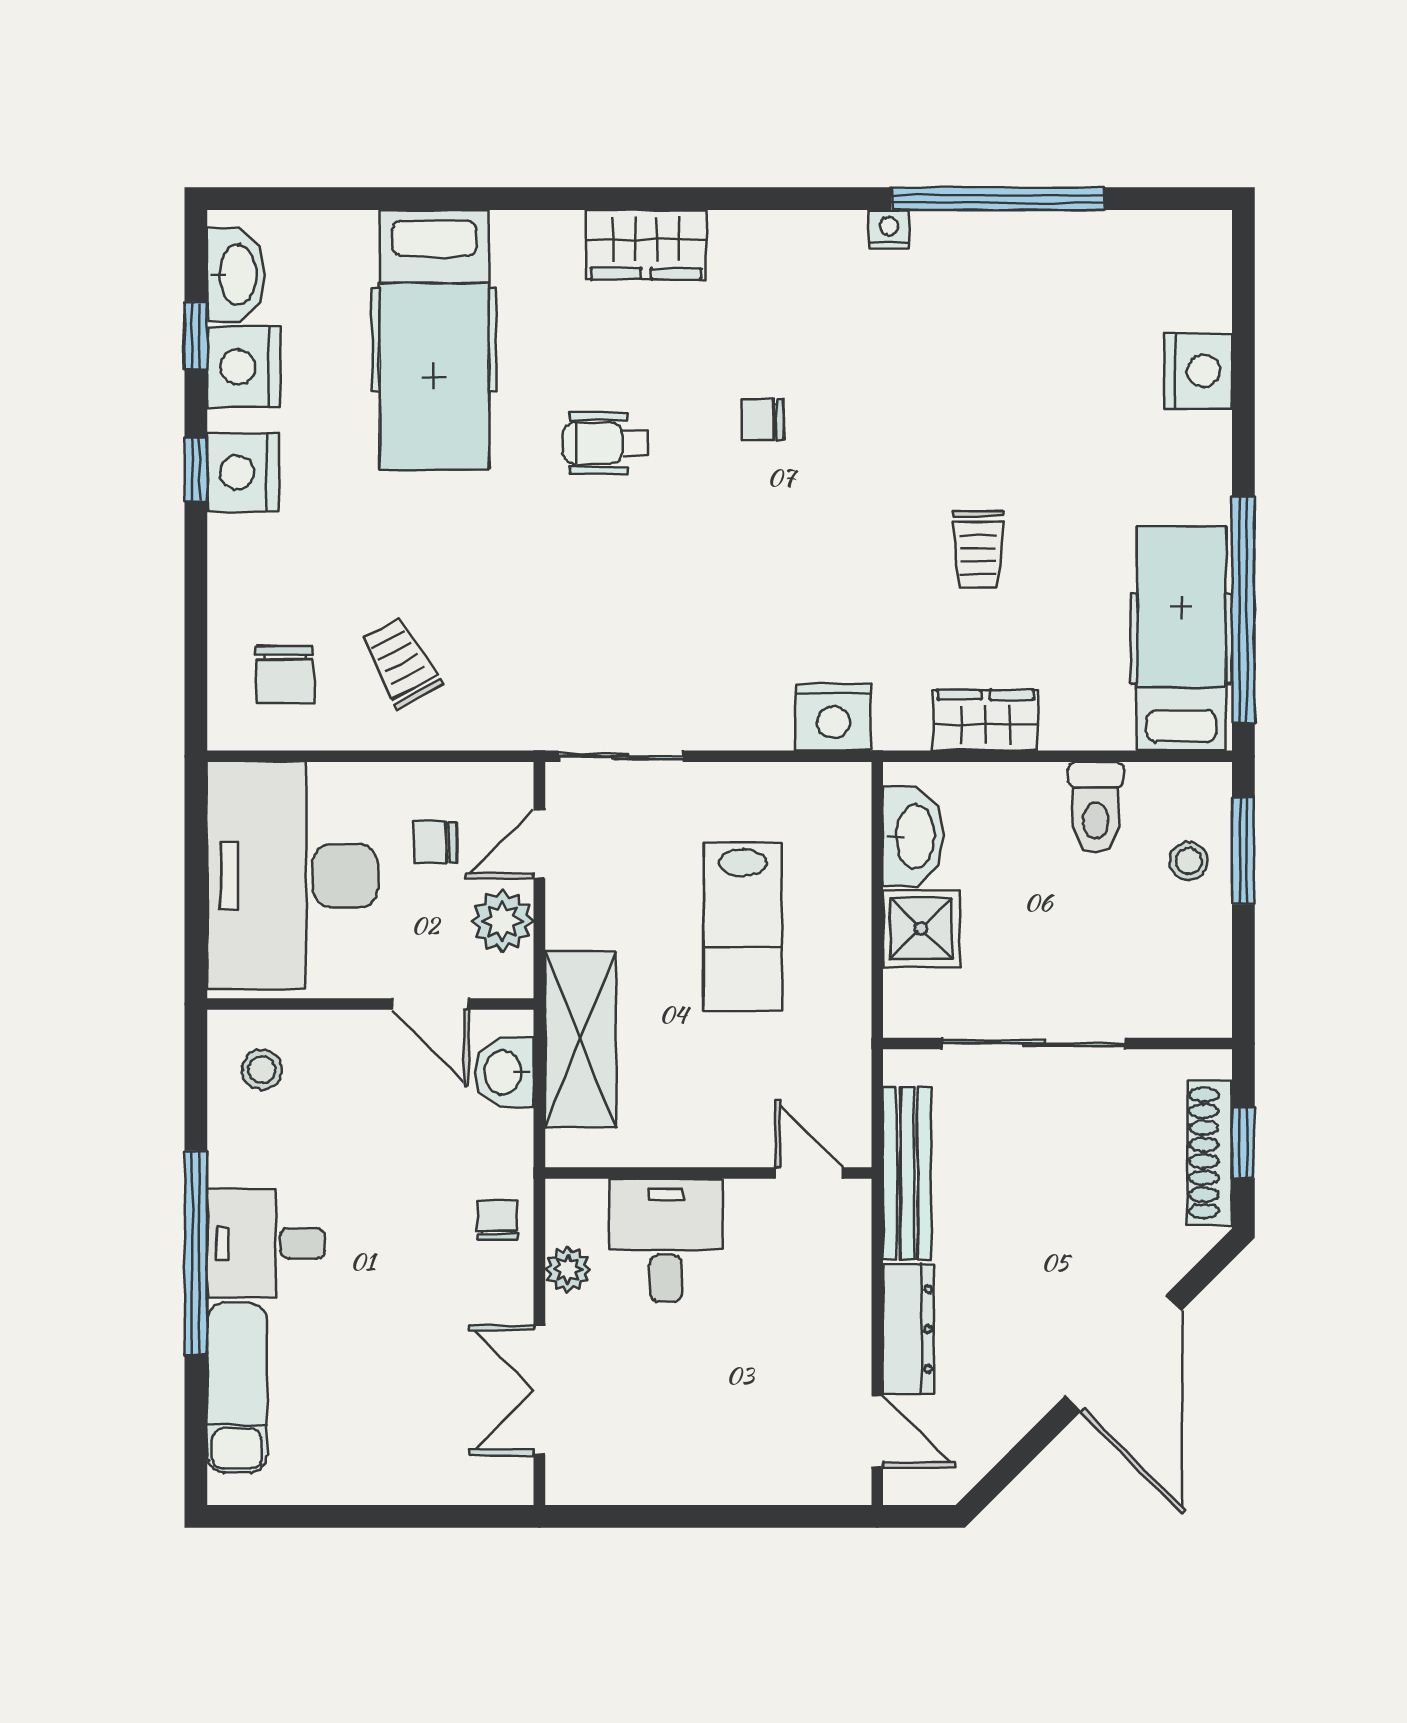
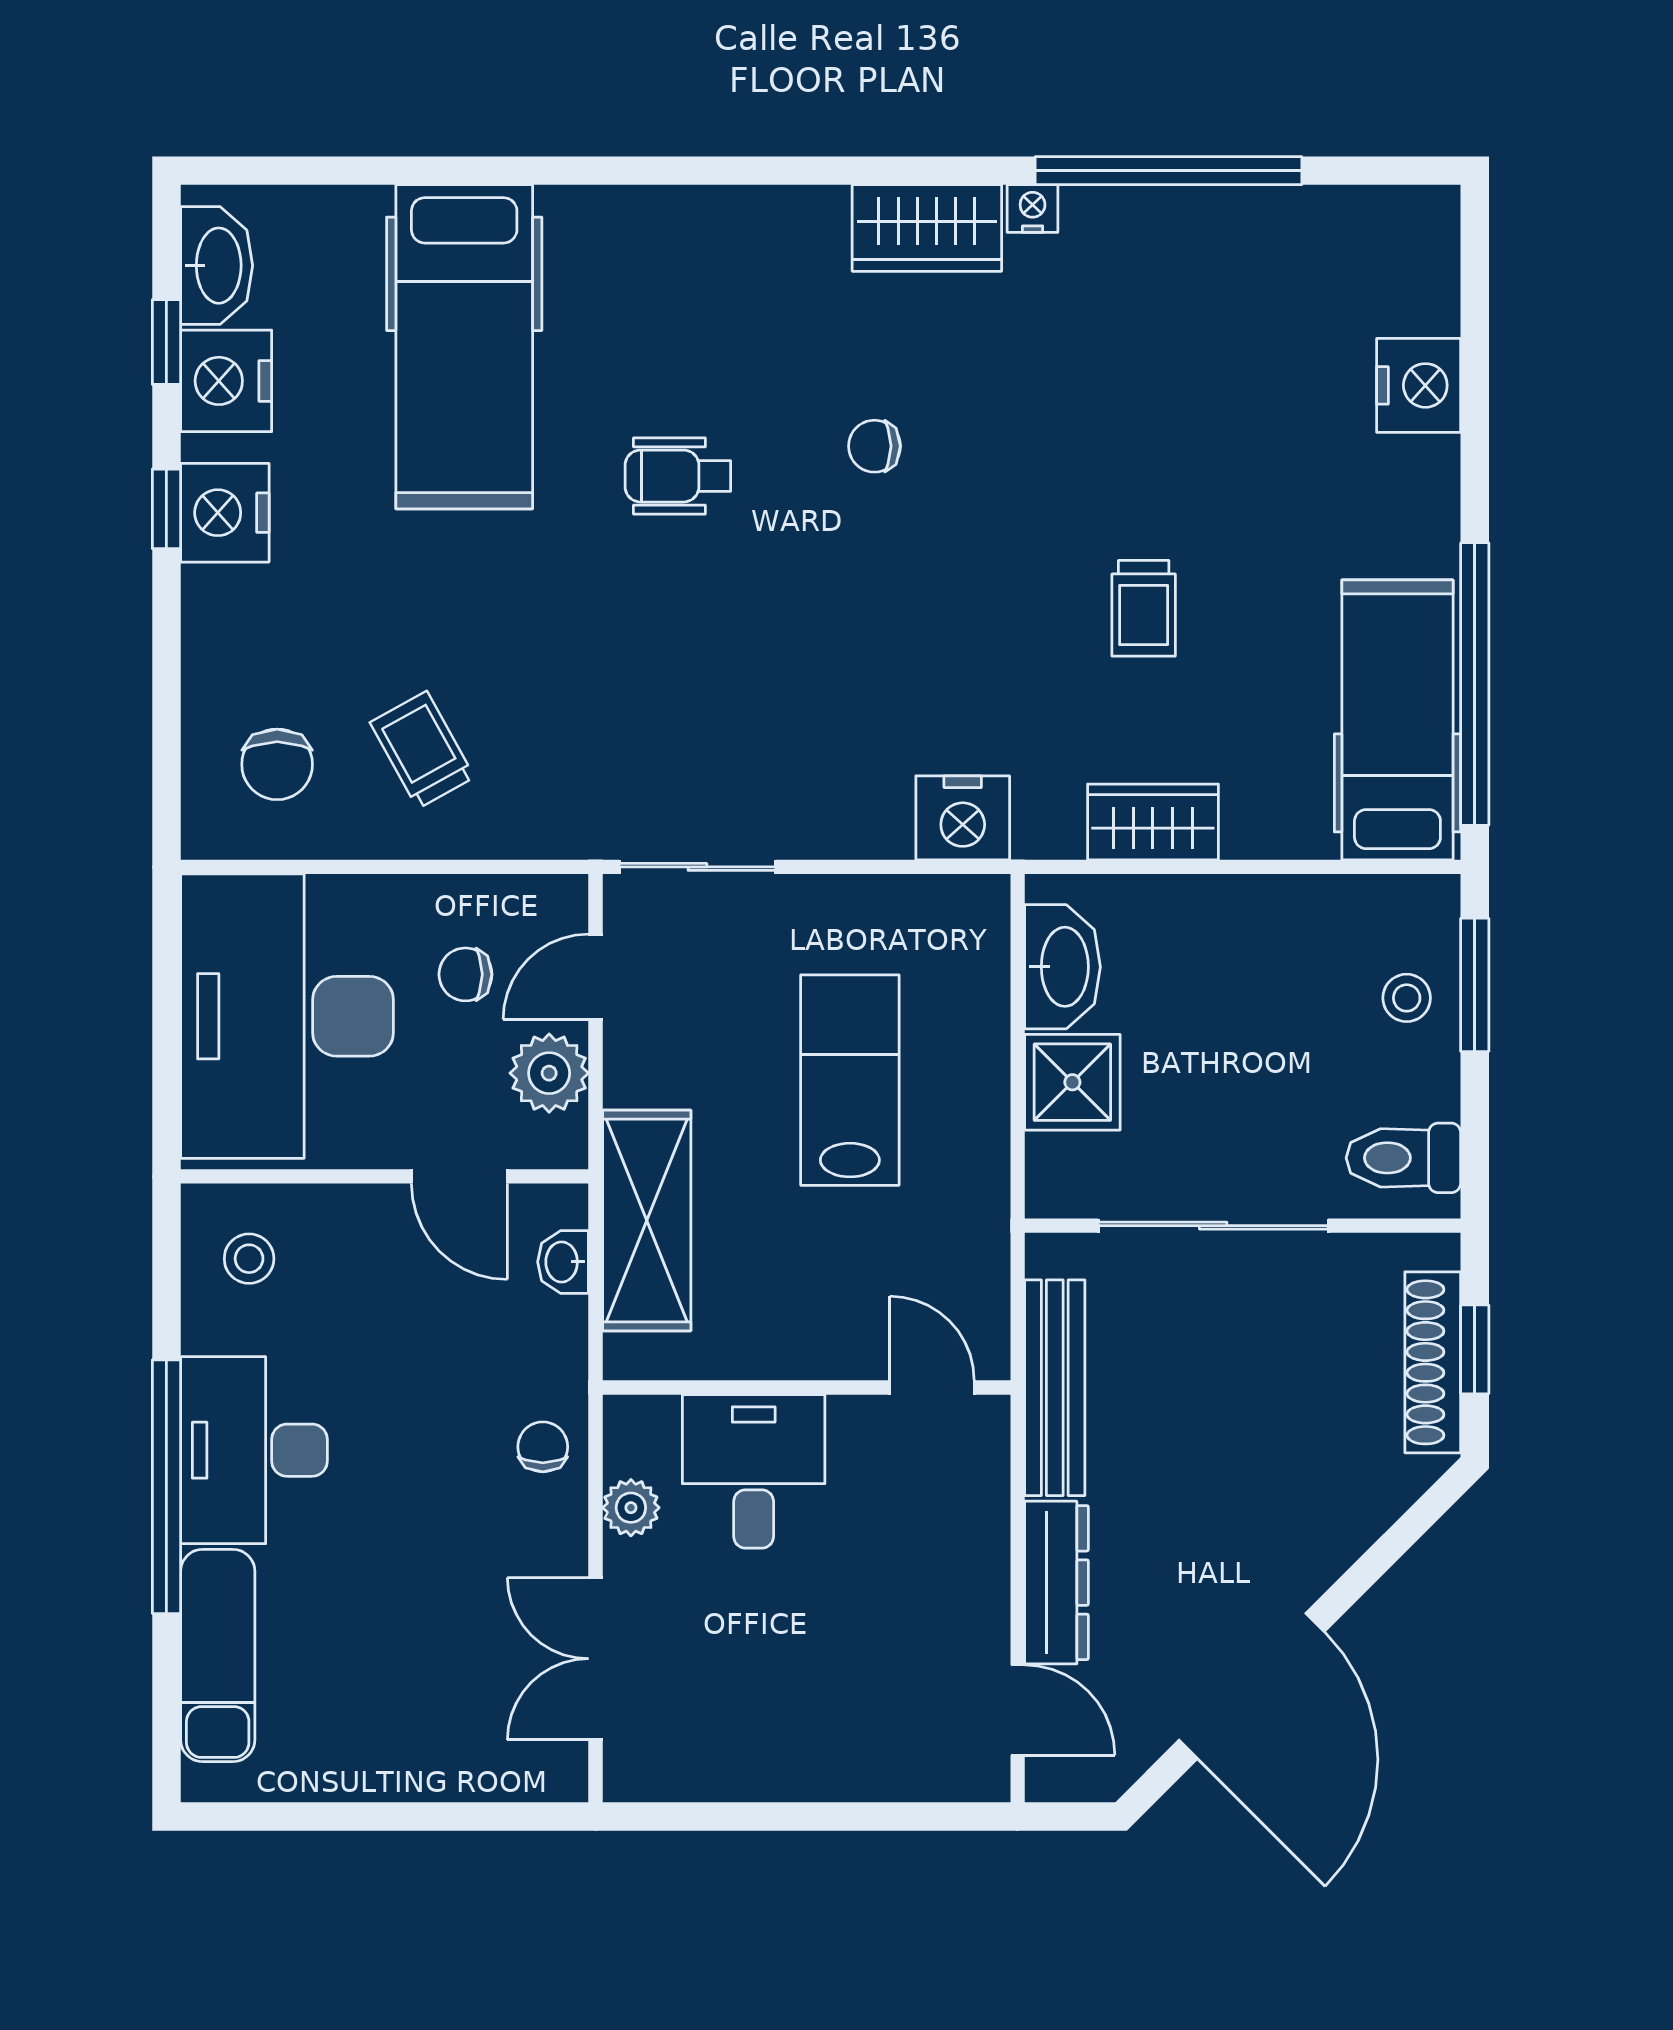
wardrobe: (646, 245) -> (927, 228), moved
toilet: (1096, 808) -> (1403, 1158), moved, turned 90
lab bench: (743, 927) -> (850, 1080), turned 180
washbasin: (504, 1072) -> (563, 1262), width x0.72, depth x0.69
desk: (266, 1243) -> (254, 1450), width x1.37
door: (1123, 1353) -> (1252, 1686), moved

